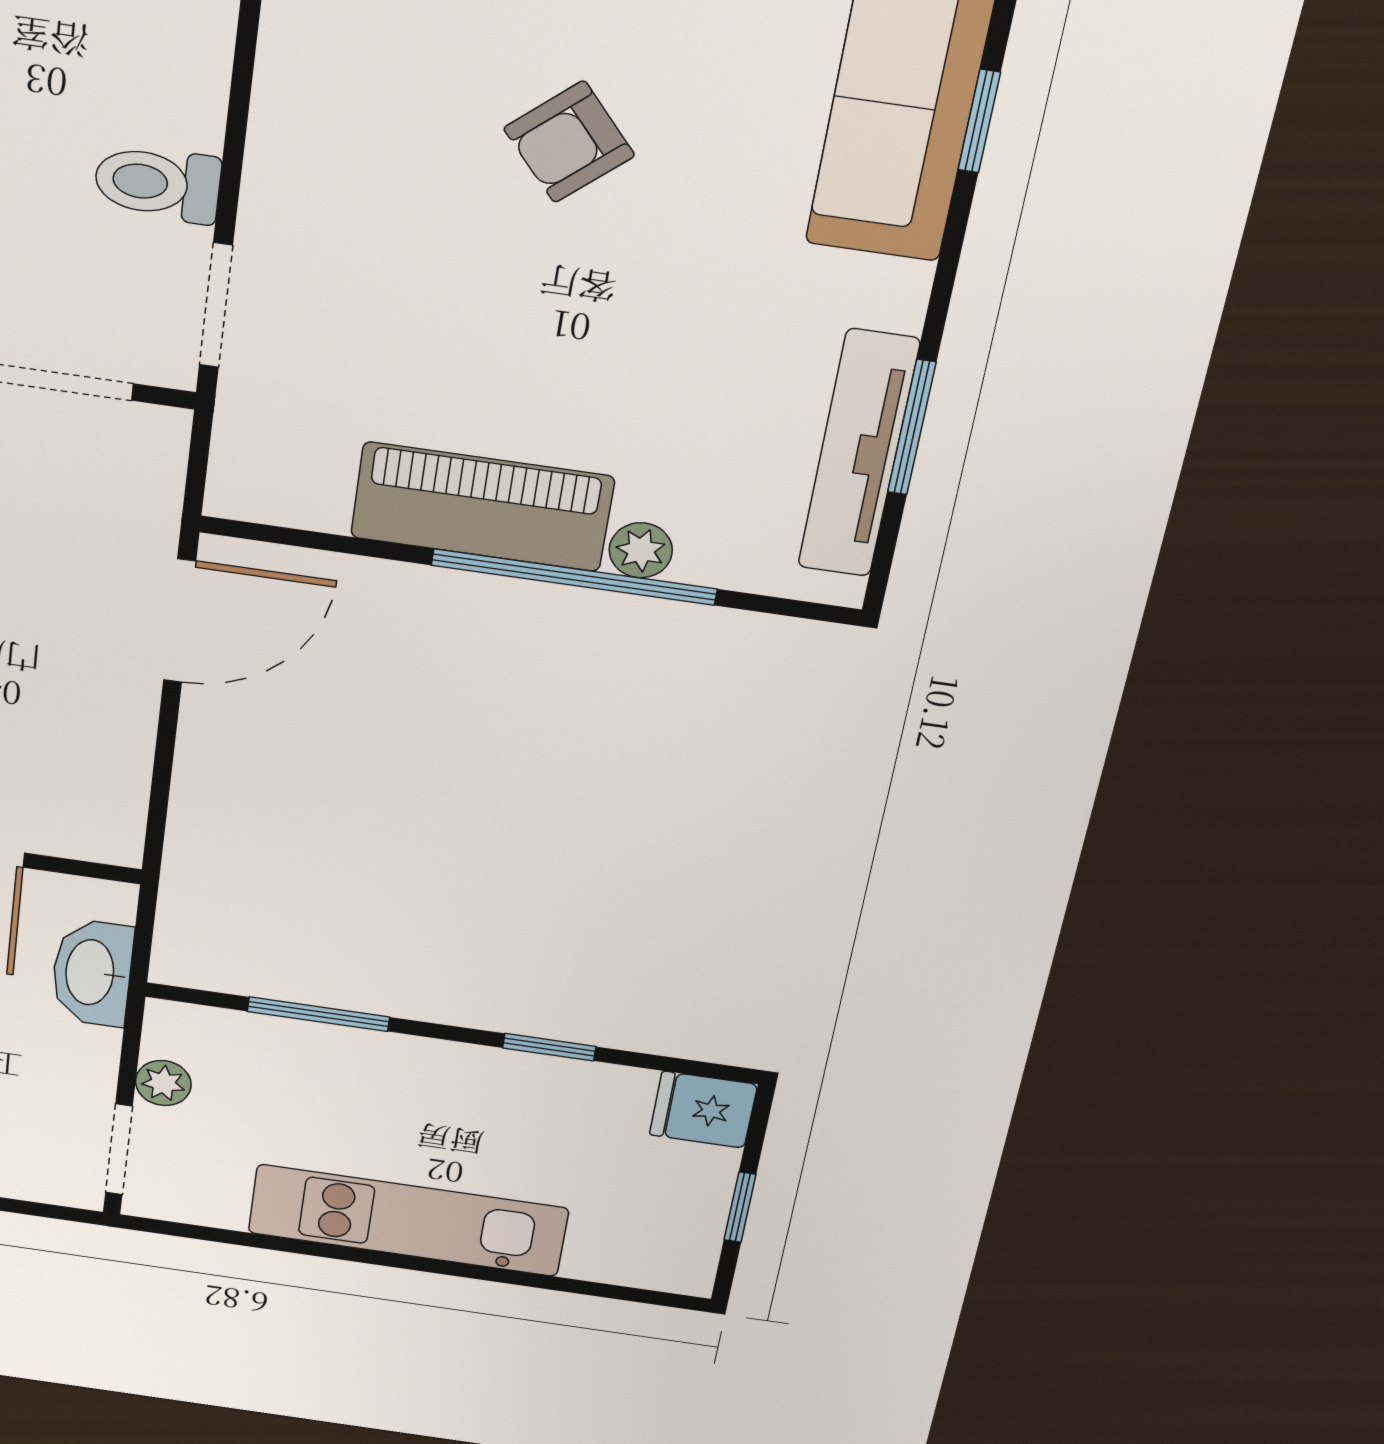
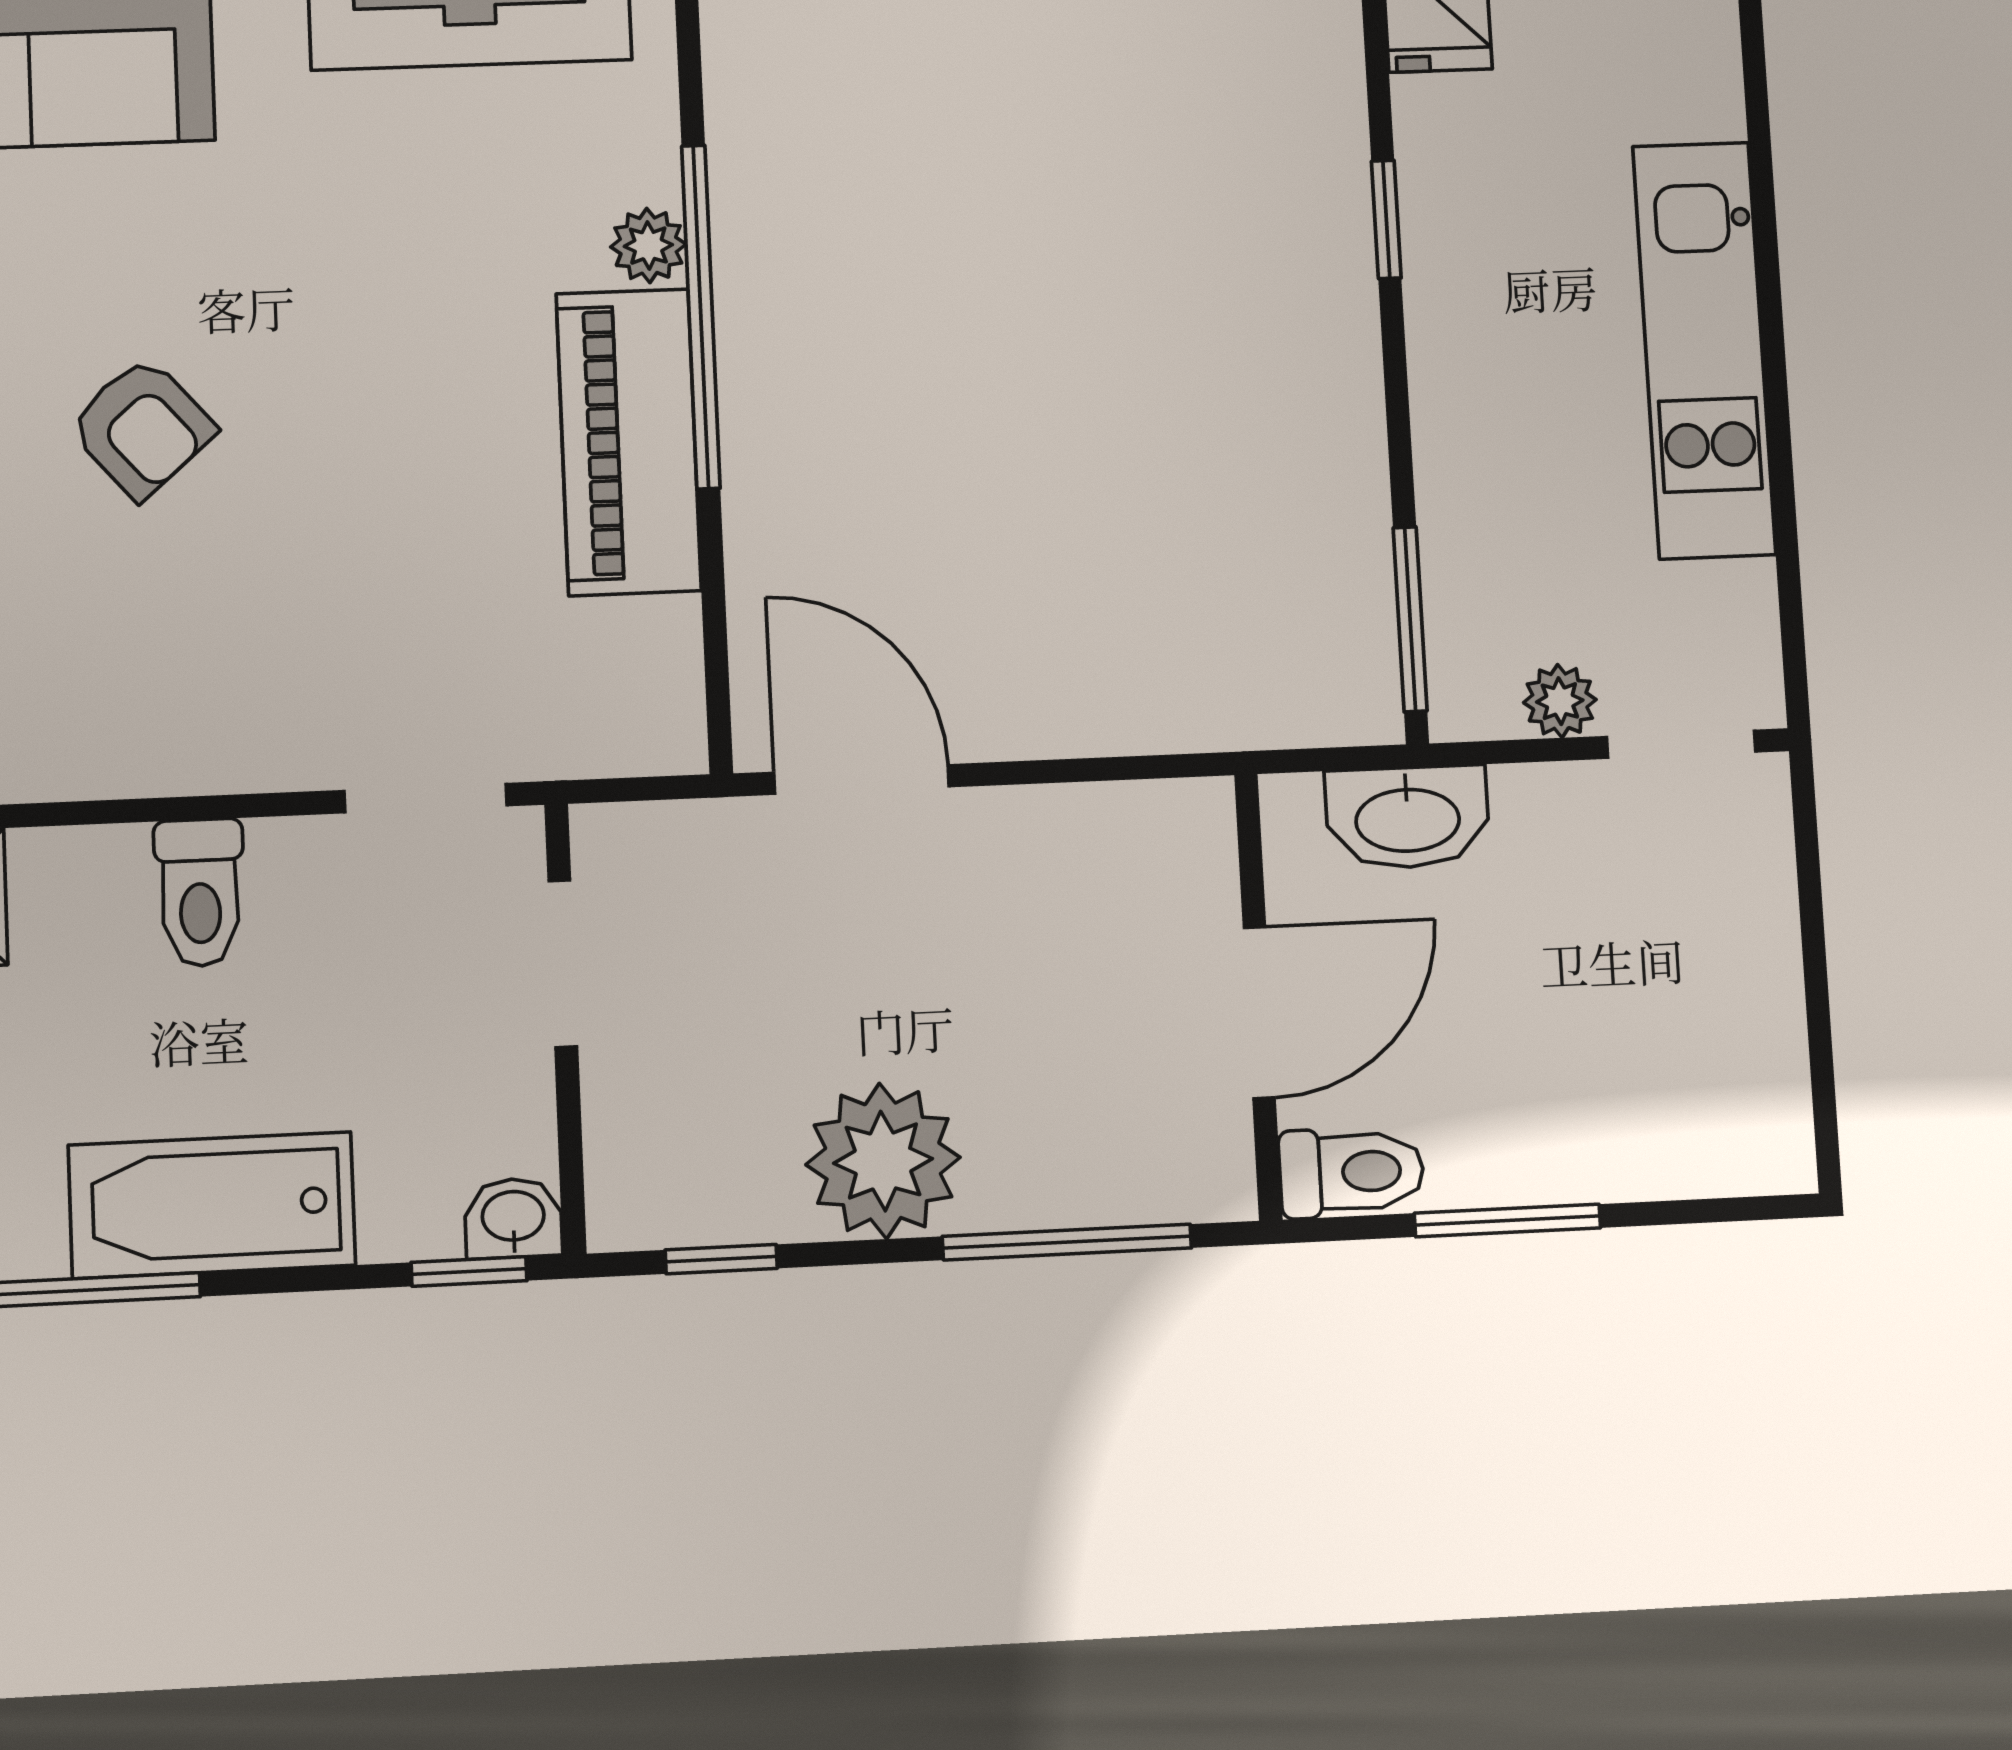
toilet: (157, 184) -> (200, 893), moved
window: (318, 1014) -> (1410, 619), moved

